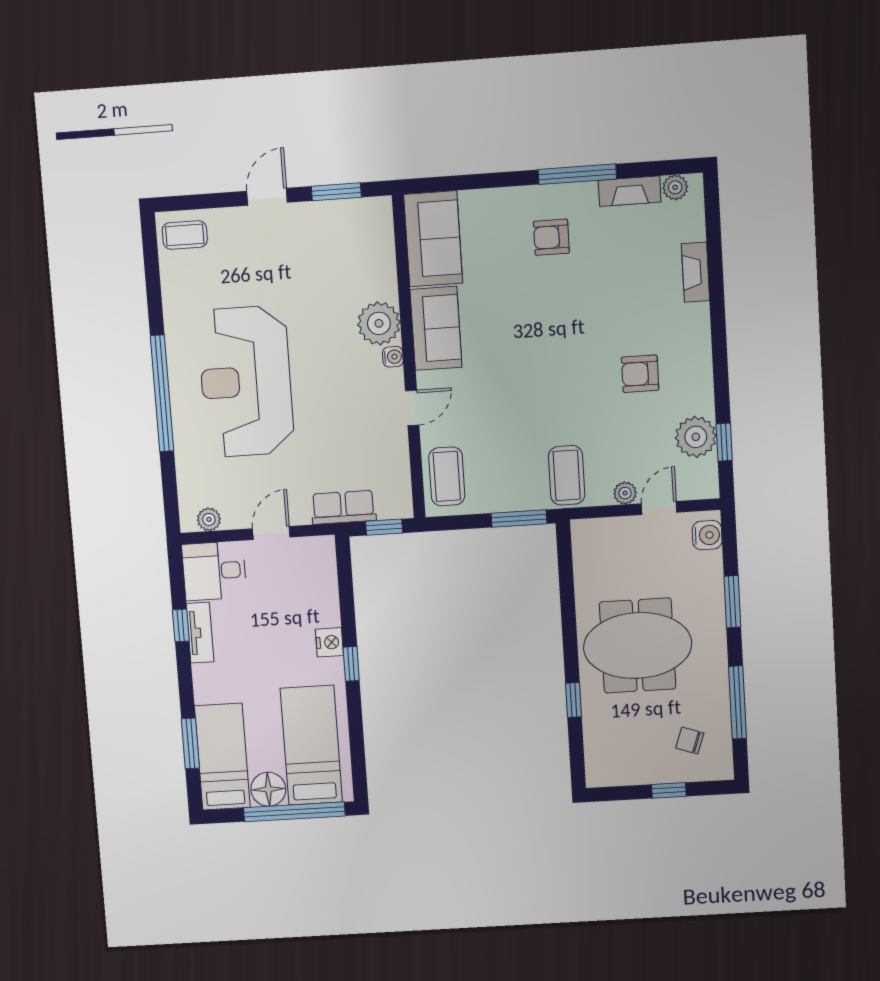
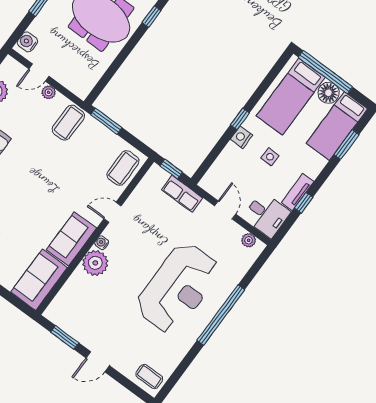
door: (271, 533) -> (225, 210), swing flipped
side table: (273, 648) -> (270, 157), added

